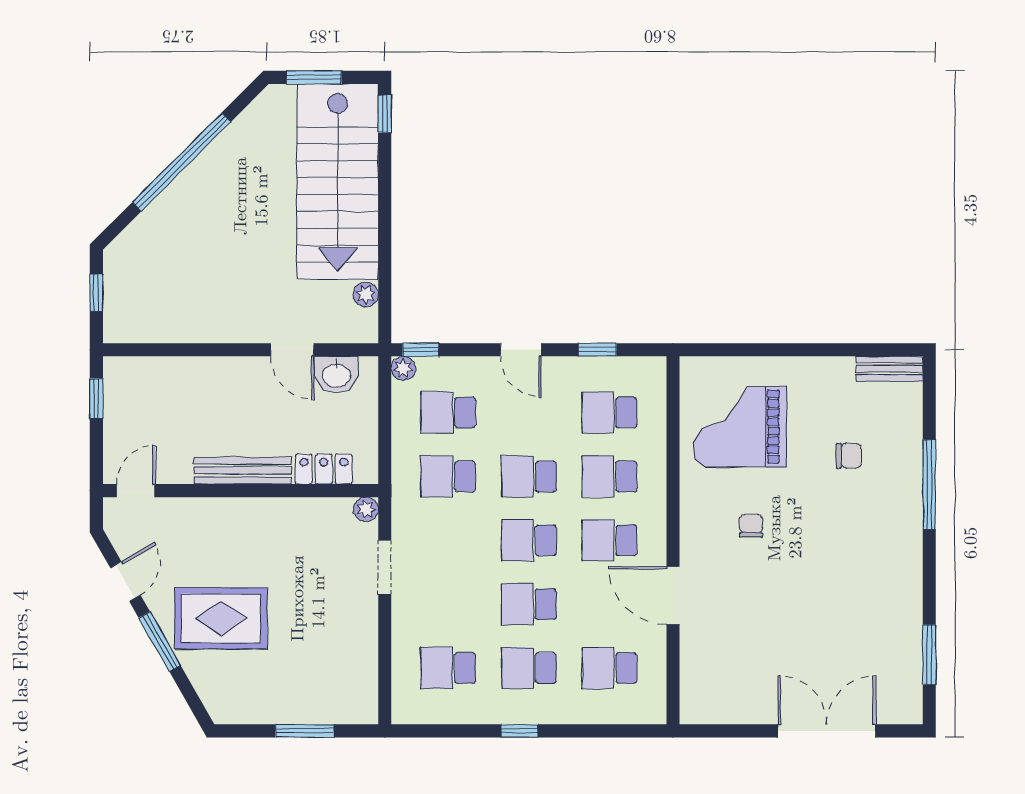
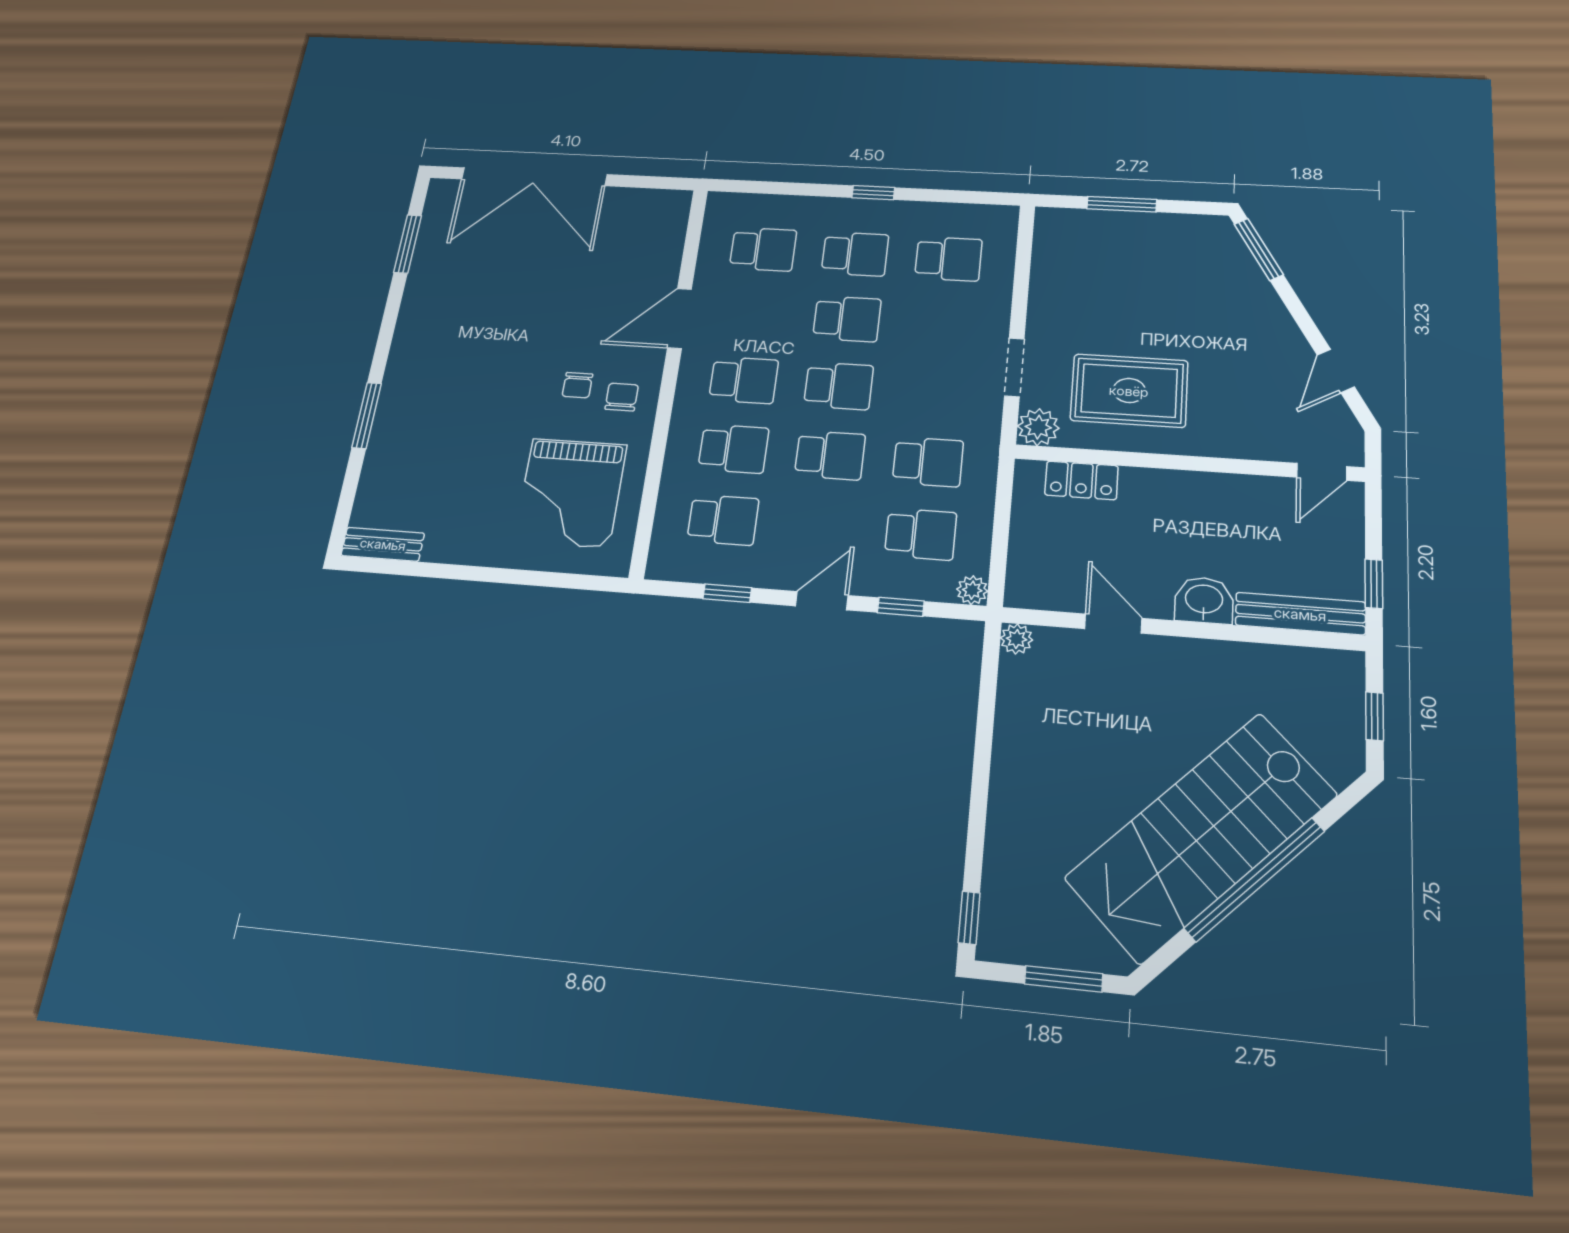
stairs: (338, 182) -> (1201, 836), moved, turned -135
plant: (366, 294) -> (1017, 639), moved
window: (421, 350) -> (901, 607), moved
door: (521, 350) -> (822, 601), hinge flipped
washbasin: (336, 375) -> (1204, 600), moved
grand piano: (740, 427) -> (571, 493), turned 90
chair: (849, 456) -> (622, 397), moved, turned 90
bench: (243, 471) -> (1300, 614), moved
window: (929, 484) -> (367, 415), width x0.69
plant: (366, 509) -> (1038, 427), width x1.38, depth x1.38
door: (673, 595) -> (679, 318), swing flipped
rug: (221, 618) -> (1129, 391), moved
window: (160, 641) -> (1259, 249), moved
double door: (827, 731) -> (534, 177), width x1.36

